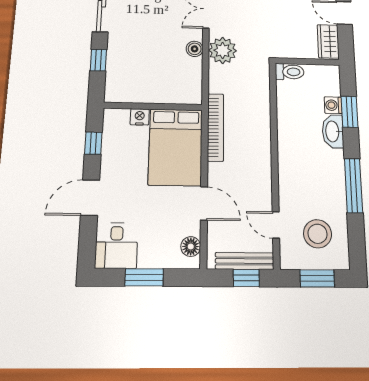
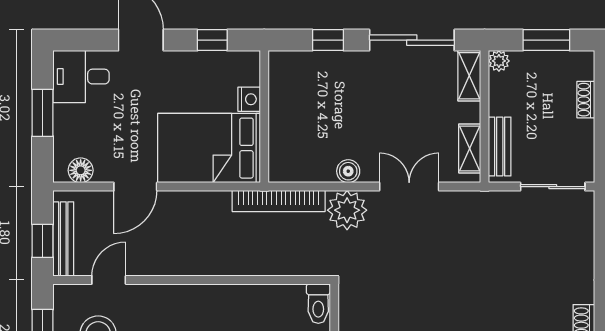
bookcase: (216, 127) -> (279, 201), moved

